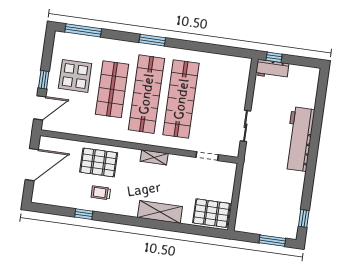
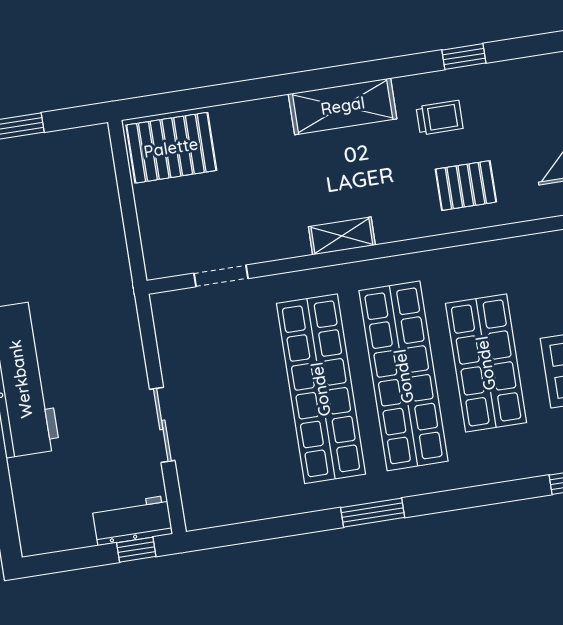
window: (152, 40) -> (373, 513), moved
sliding door: (246, 126) -> (162, 425), moved
pallet: (99, 162) -> (466, 186), width x0.67, depth x0.71
shelving: (160, 212) -> (343, 106), moved

